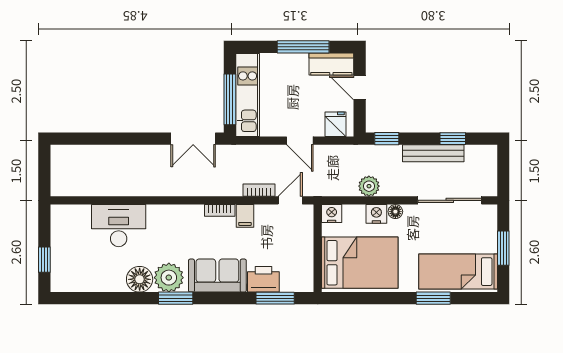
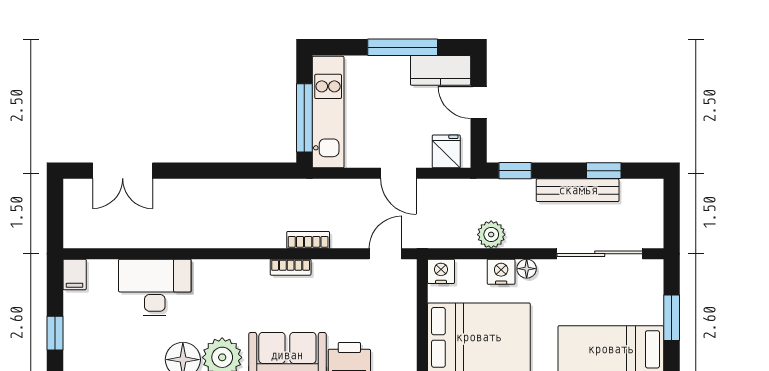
double door: (193, 139) -> (123, 171), moved
bookcase: (259, 190) -> (308, 240), moved
filing cabinet: (245, 216) -> (75, 274), moved

